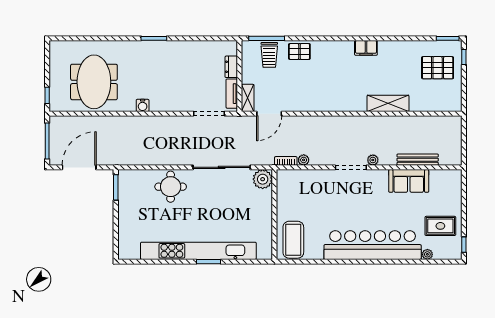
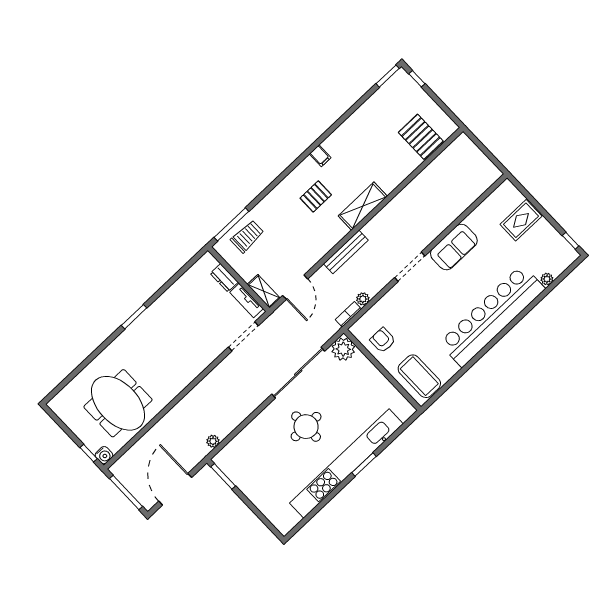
filing cabinet: (366, 48) -> (320, 156), width x0.50
pallet: (299, 51) -> (316, 196), moved
trolley: (269, 55) -> (247, 236), turned -90
pallet: (438, 68) -> (421, 137), moved, turned 90
shelving: (388, 103) -> (363, 206), moved
water cooler: (143, 105) -> (104, 455), moved
plant: (373, 160) -> (213, 441), moved
bench: (418, 160) -> (346, 252), moved
sofa: (409, 181) -> (454, 247), moved
round table: (171, 187) -> (306, 427), moved
armchair: (292, 197) -> (383, 340), added
rug: (440, 226) -> (521, 220), moved

